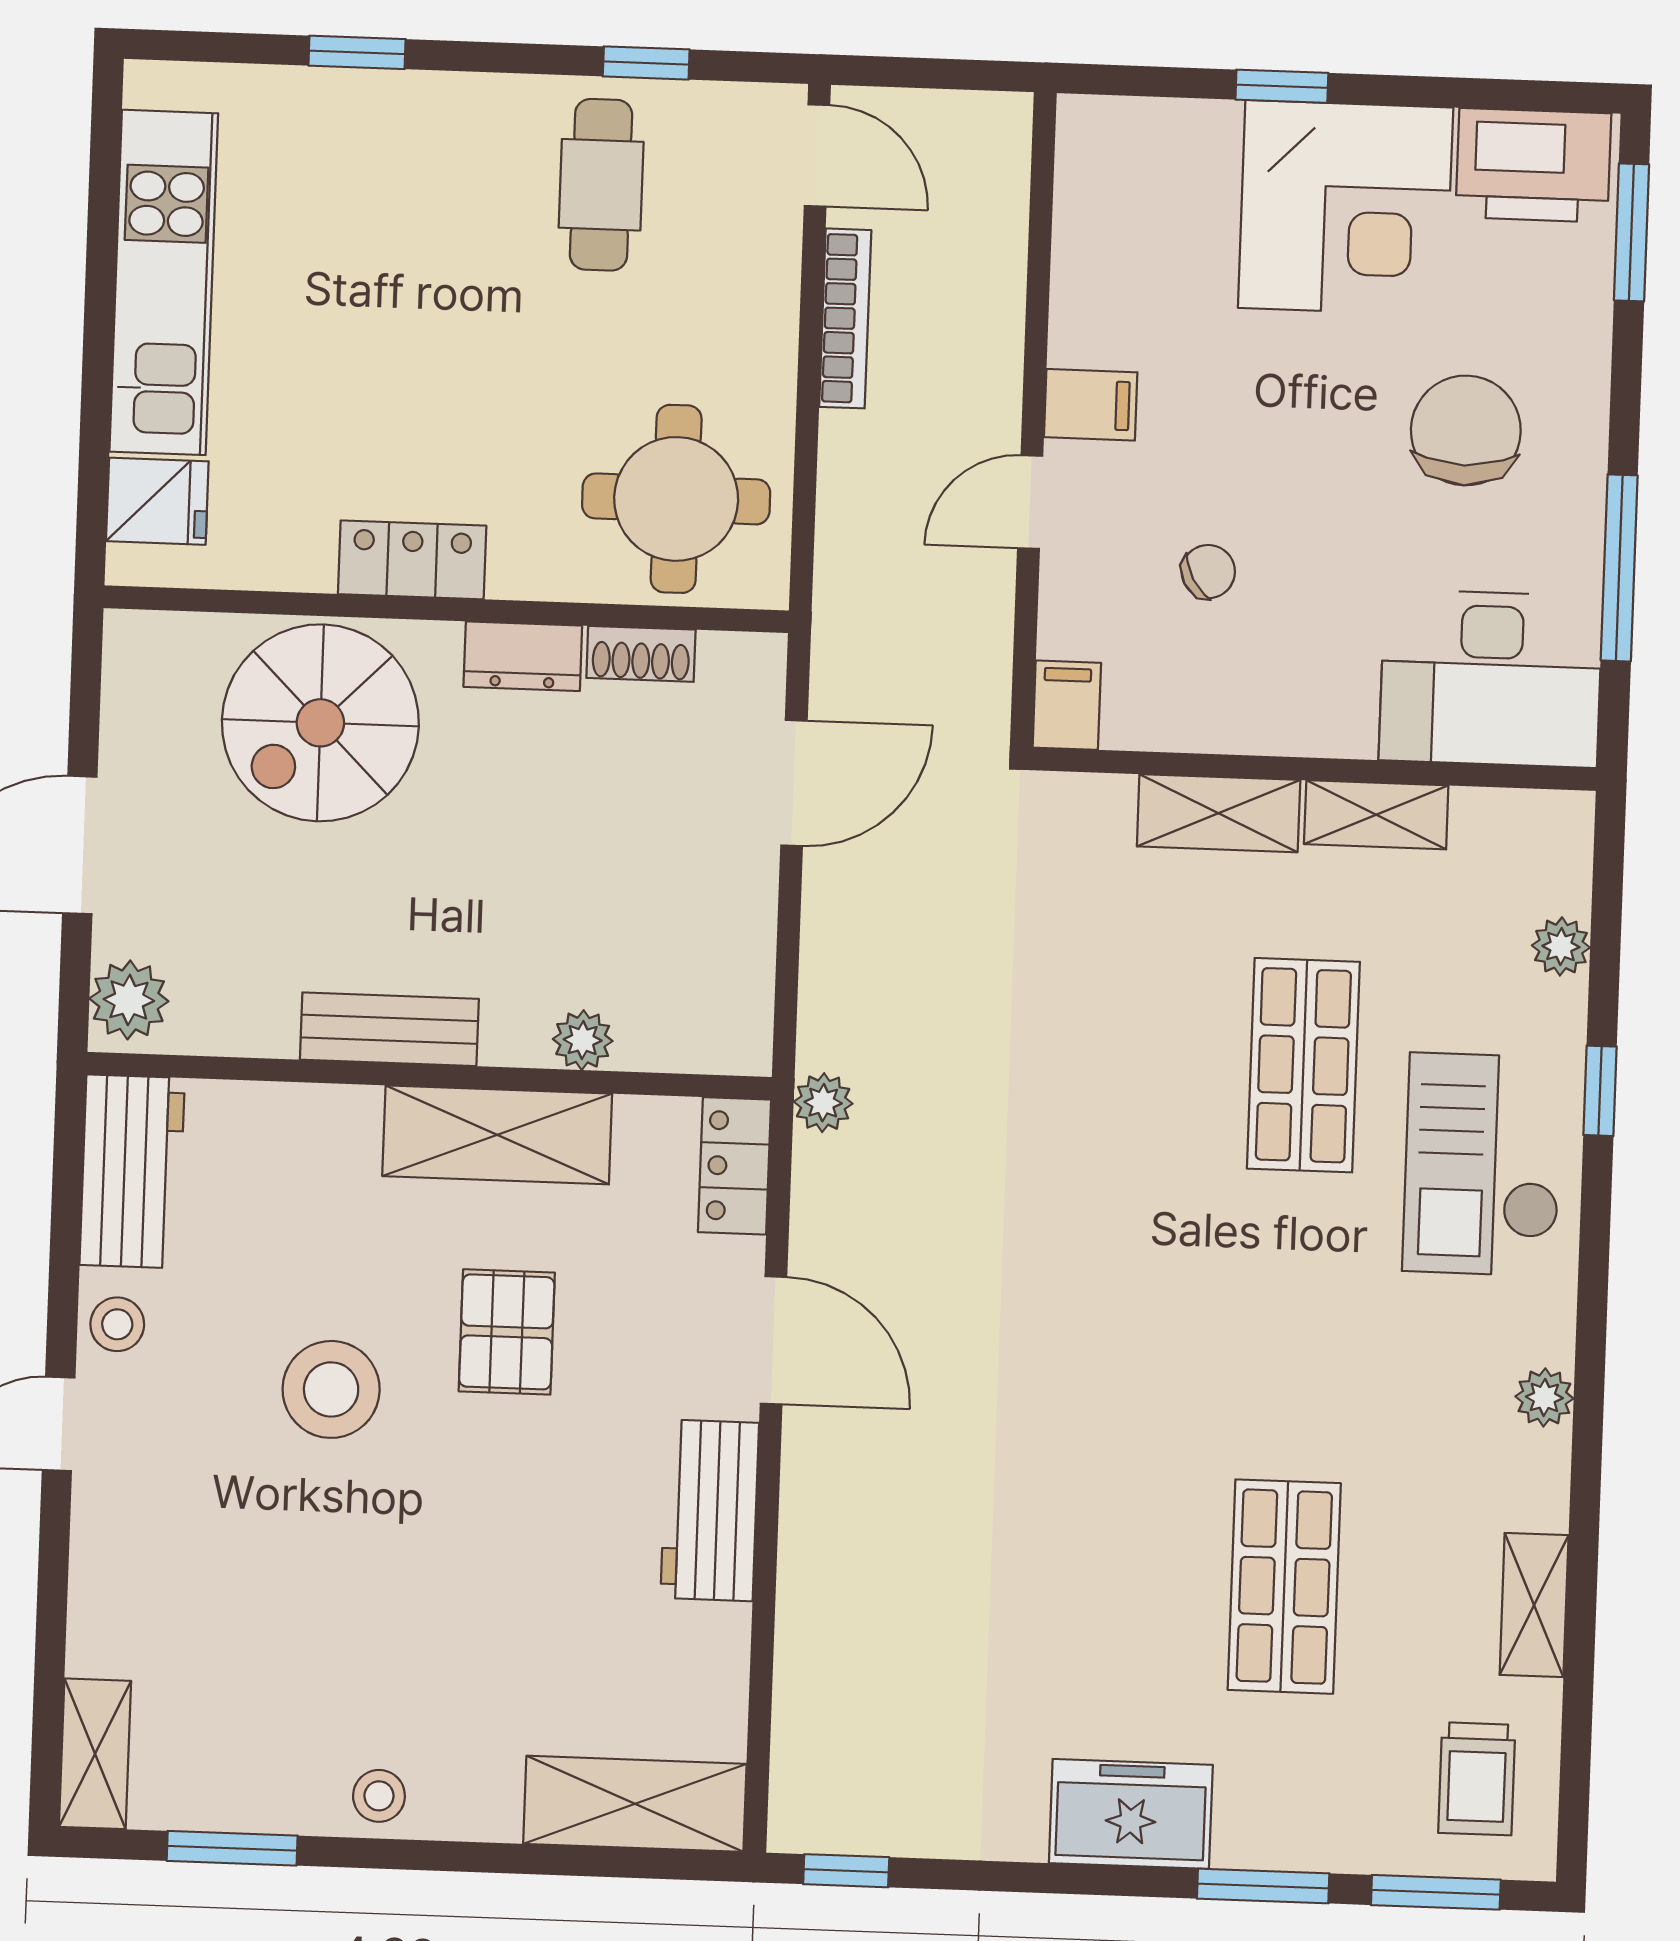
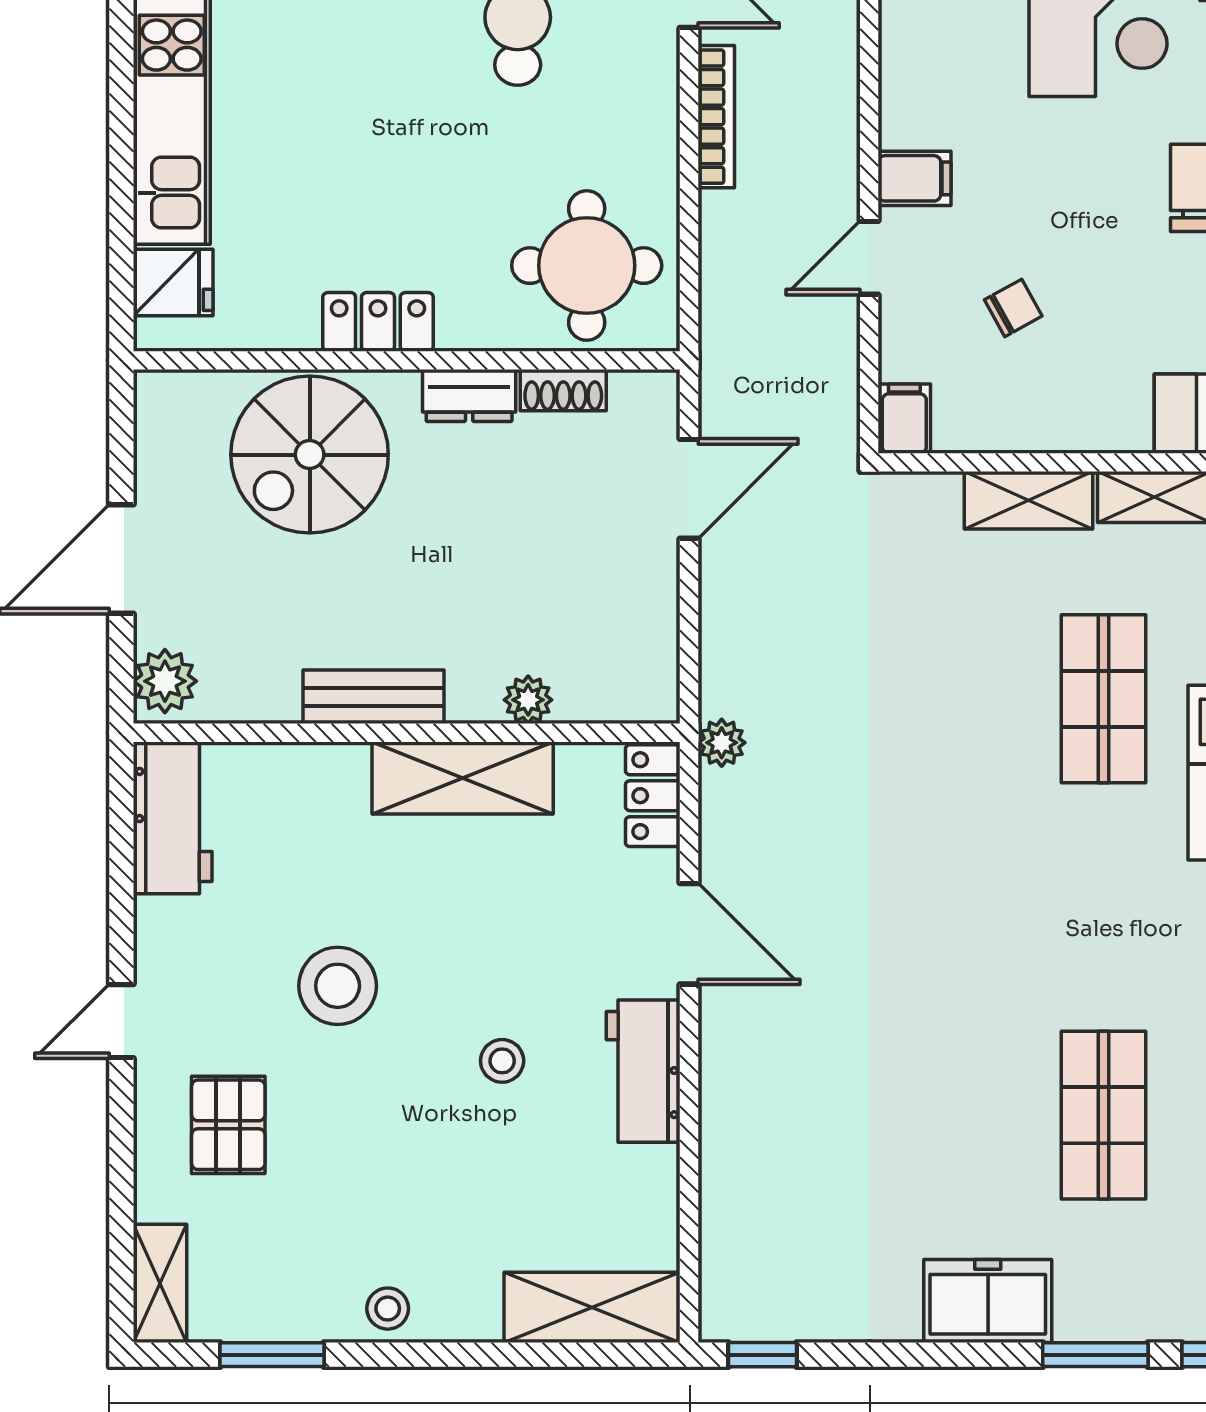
stool: (117, 1324) -> (502, 1061), moved
pallet: (507, 1332) -> (228, 1125), moved

